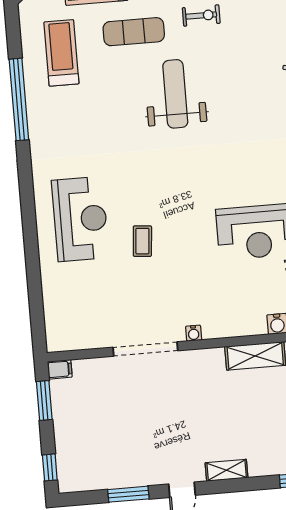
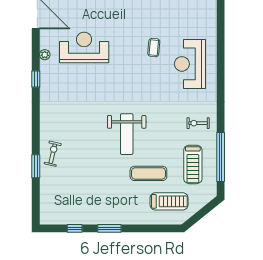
exercise bike: (201, 16) -> (198, 123), moved
window: (19, 99) -> (221, 157), moved

